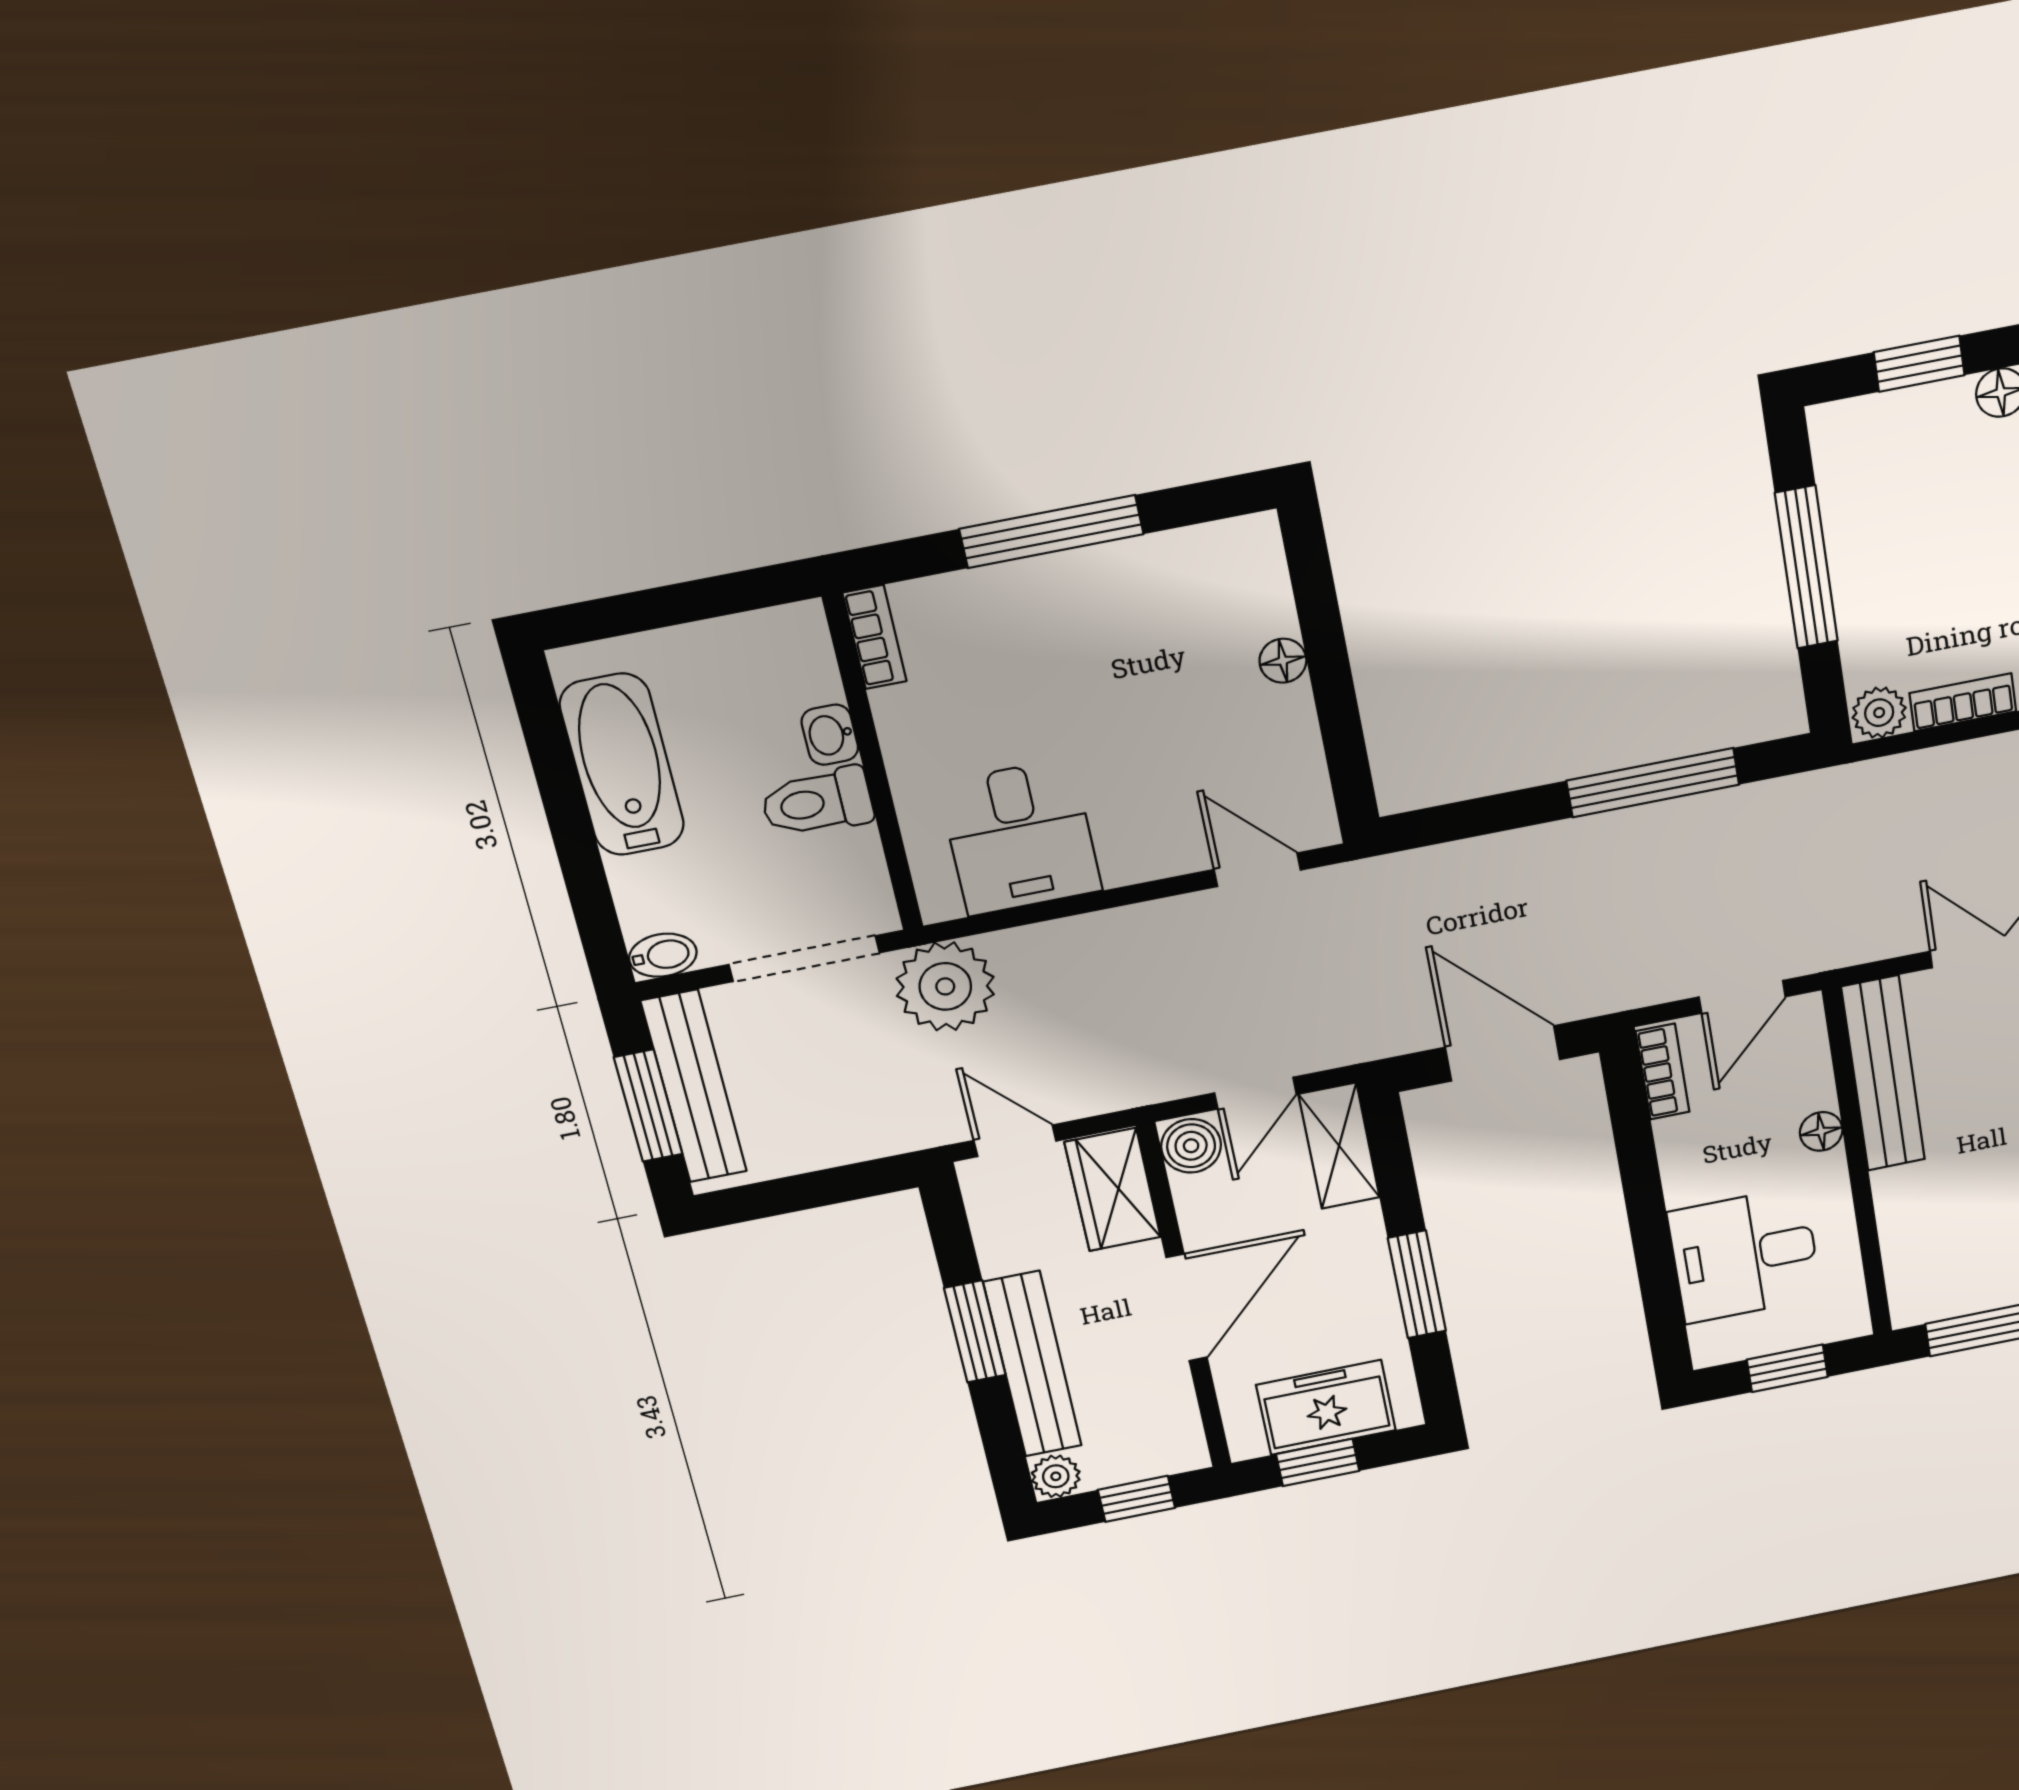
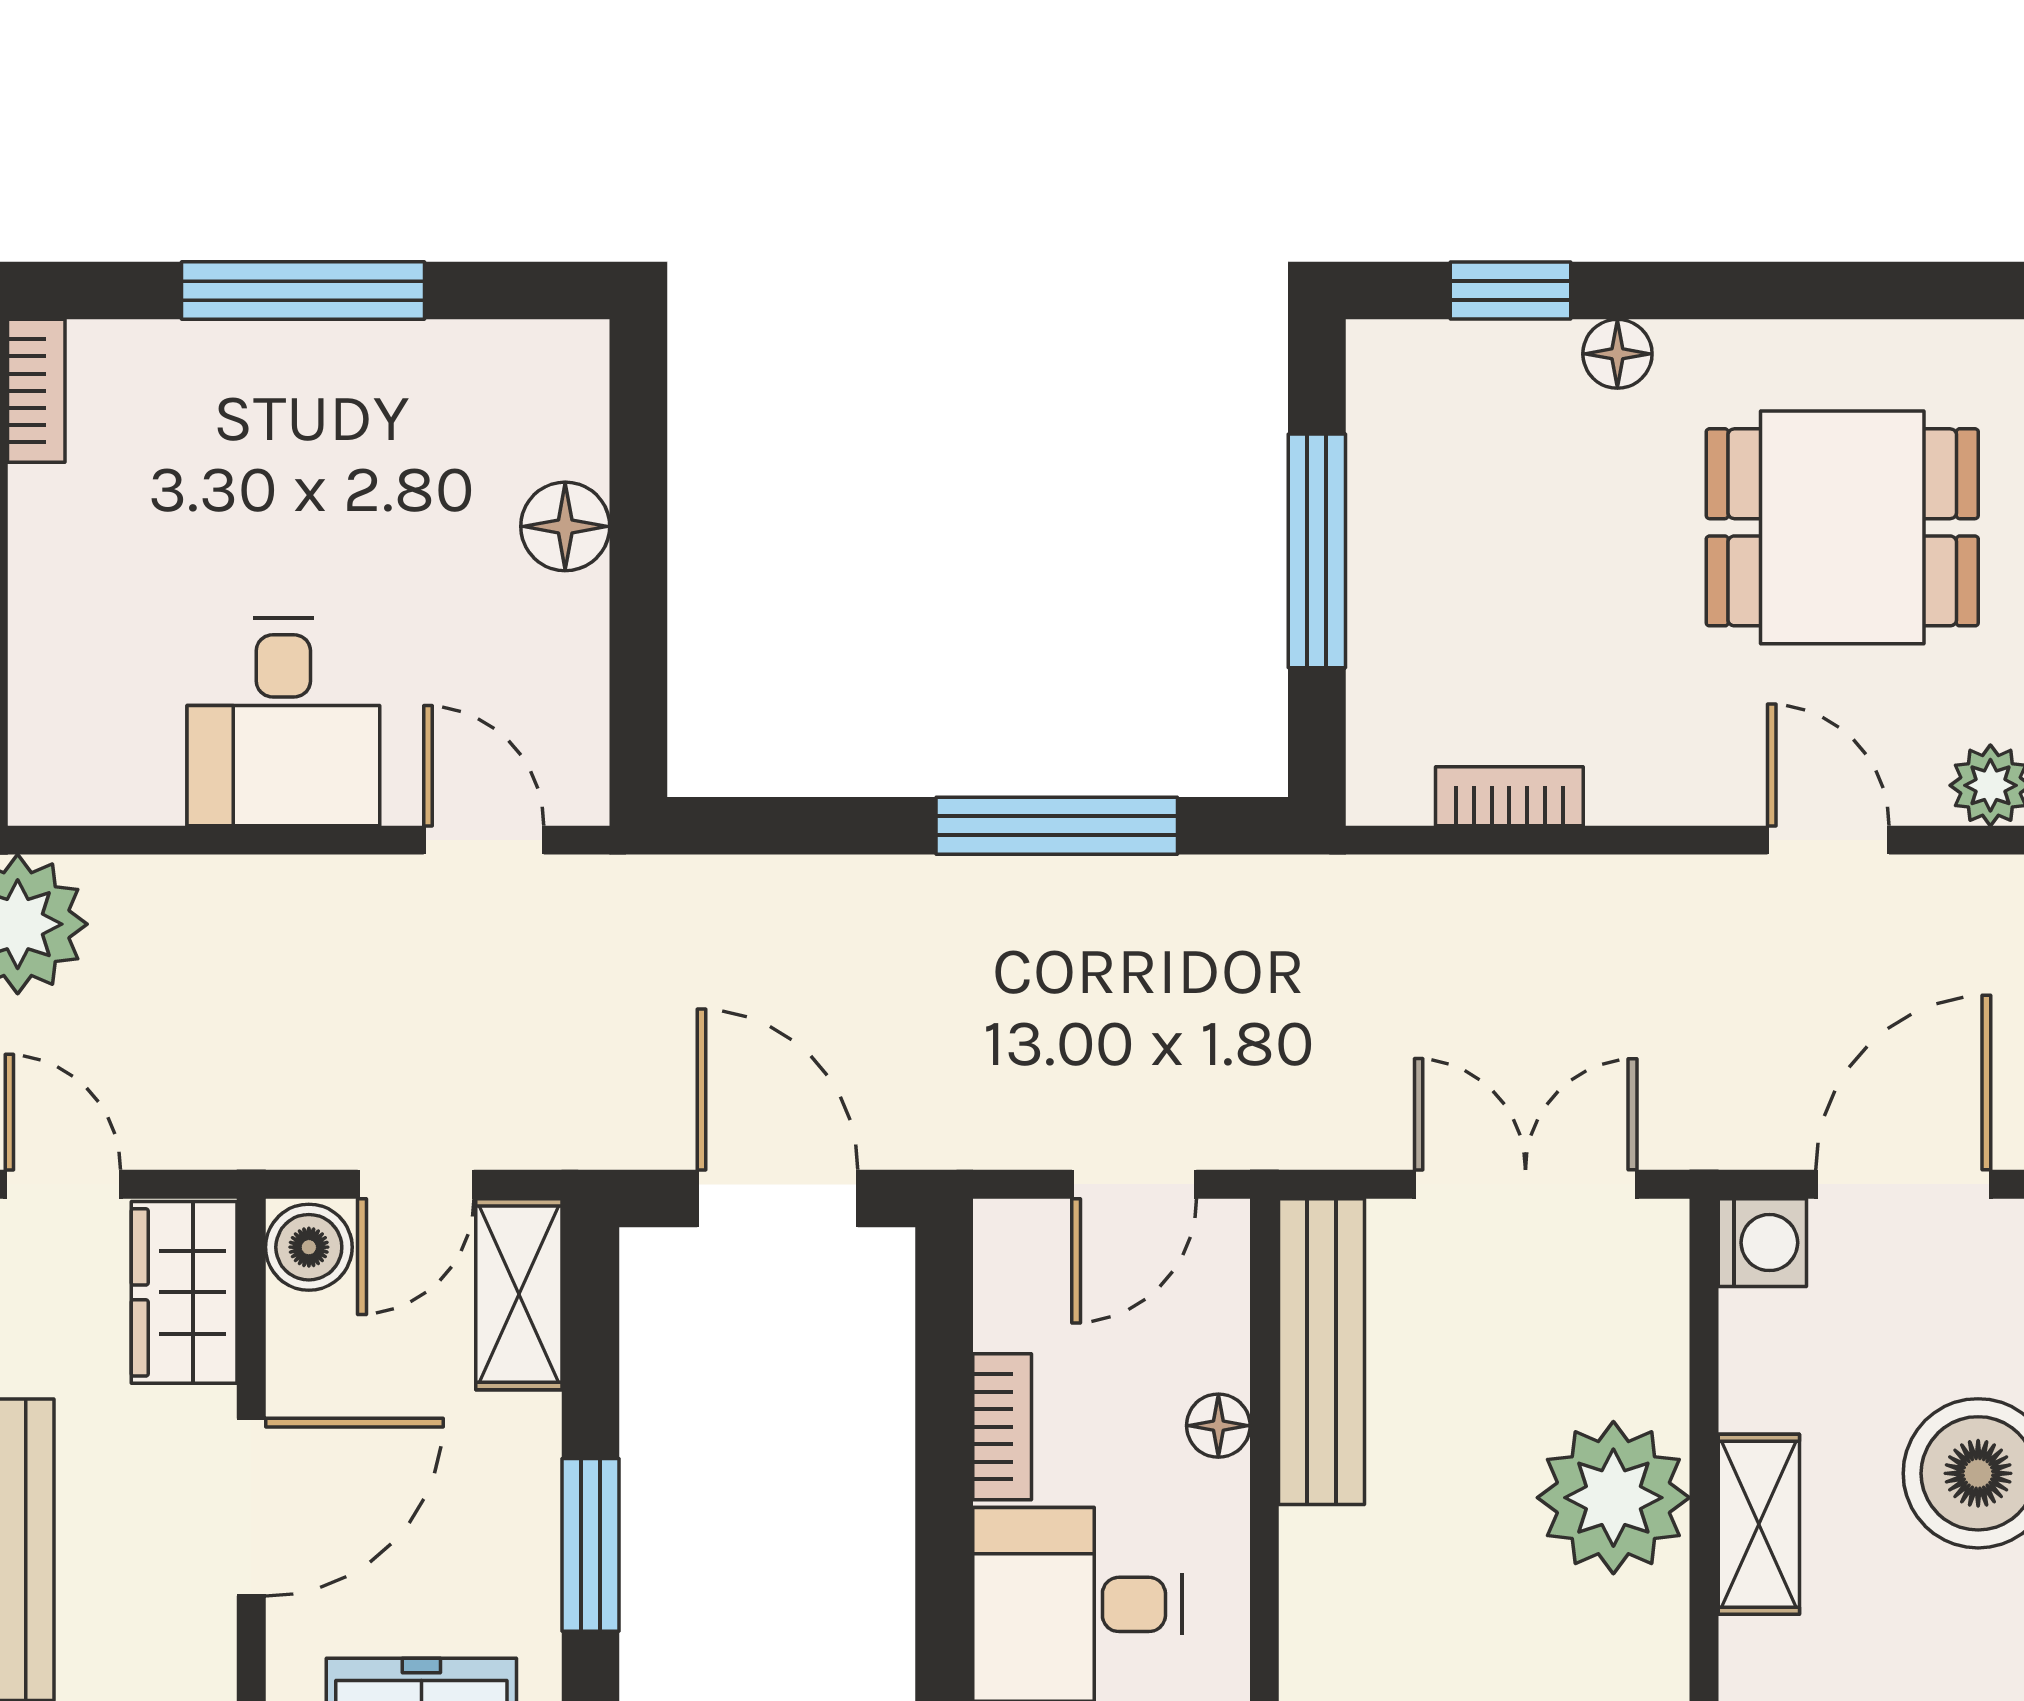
floor lamp: (1283, 661) -> (565, 526), width x1.37, depth x1.37
plant: (1879, 713) -> (1389, 787), removed
desk: (1020, 837) -> (283, 722), moved
bookcase: (1663, 1072) -> (1002, 1427), moved

